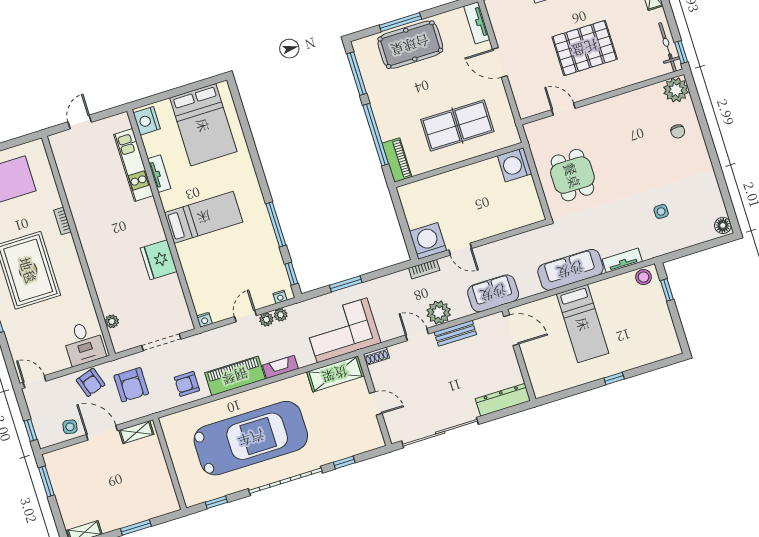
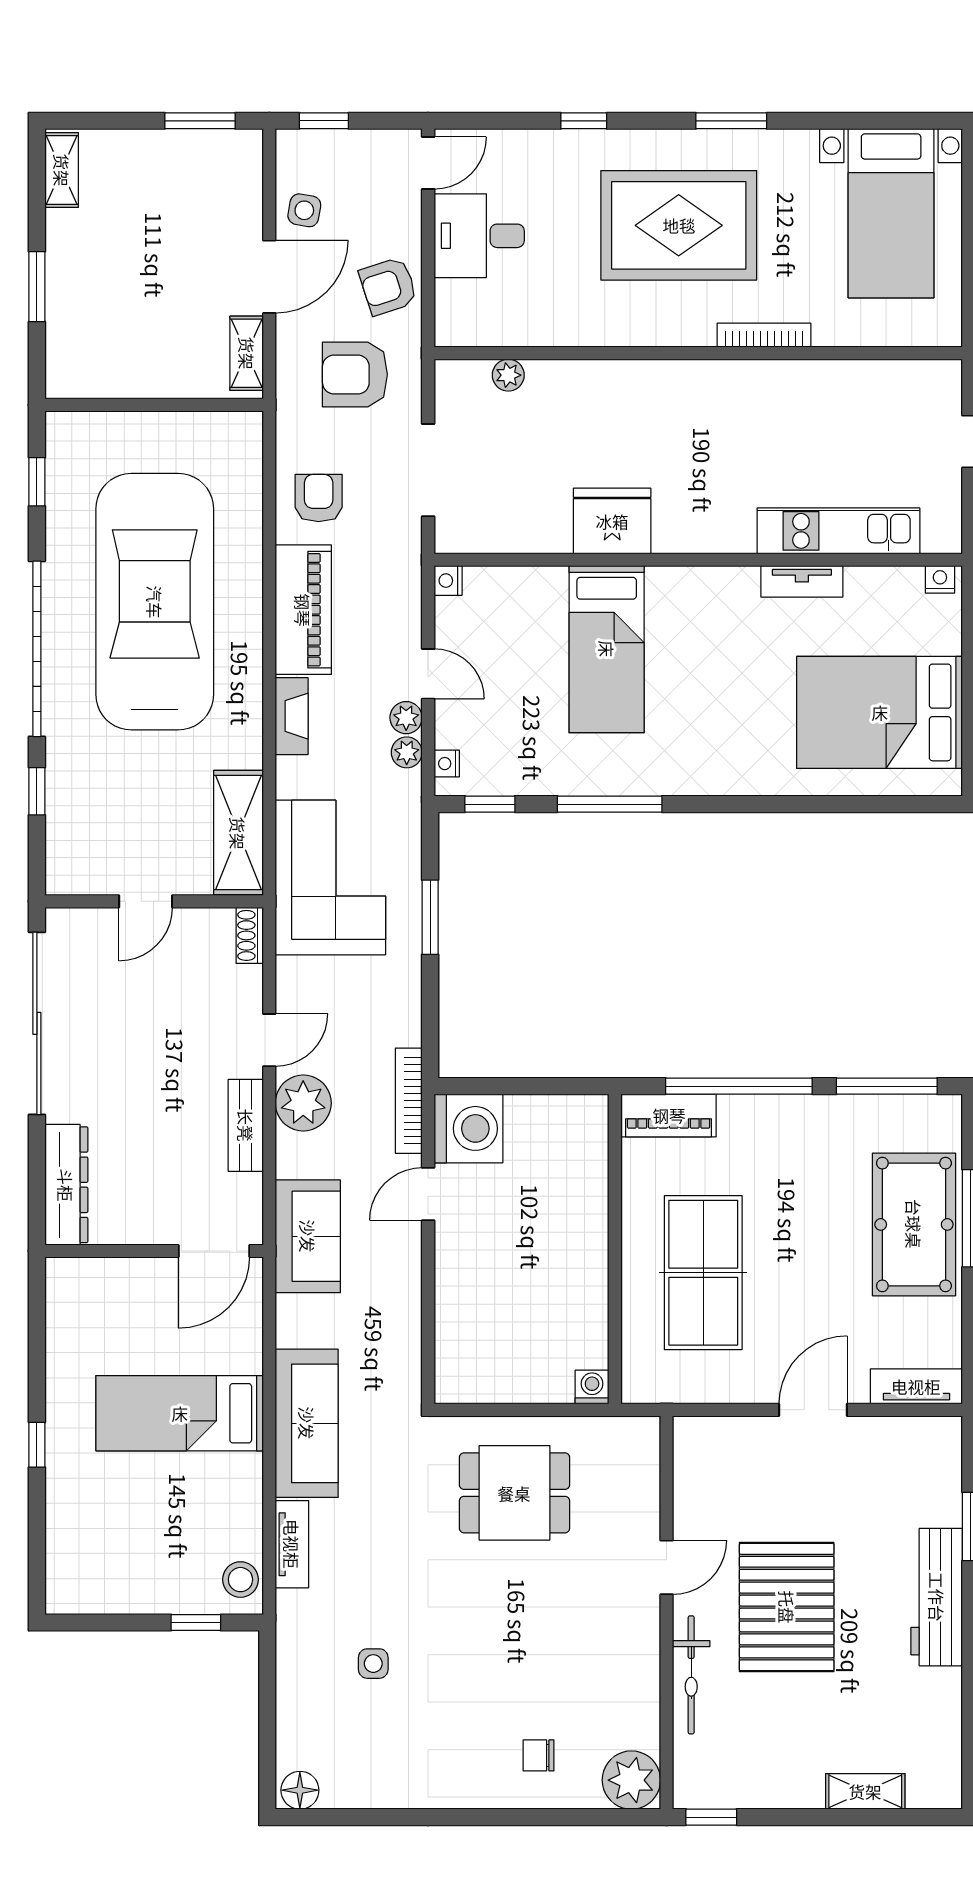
bicycle: (667, 47) -> (691, 1675), moved, turned 90
door: (563, 109) -> (667, 1567), moved
nightstand: (147, 121) -> (940, 579), width x0.53, depth x0.56
washing machine: (515, 165) -> (592, 1387), width x0.53, depth x0.53
bed: (204, 217) -> (607, 649), moved
bookcase: (62, 221) -> (764, 335), width x1.56
bookcase: (424, 269) -> (409, 1101), width x1.56
desk: (84, 343) -> (479, 236), moved
car: (251, 438) -> (155, 602), turned 180

